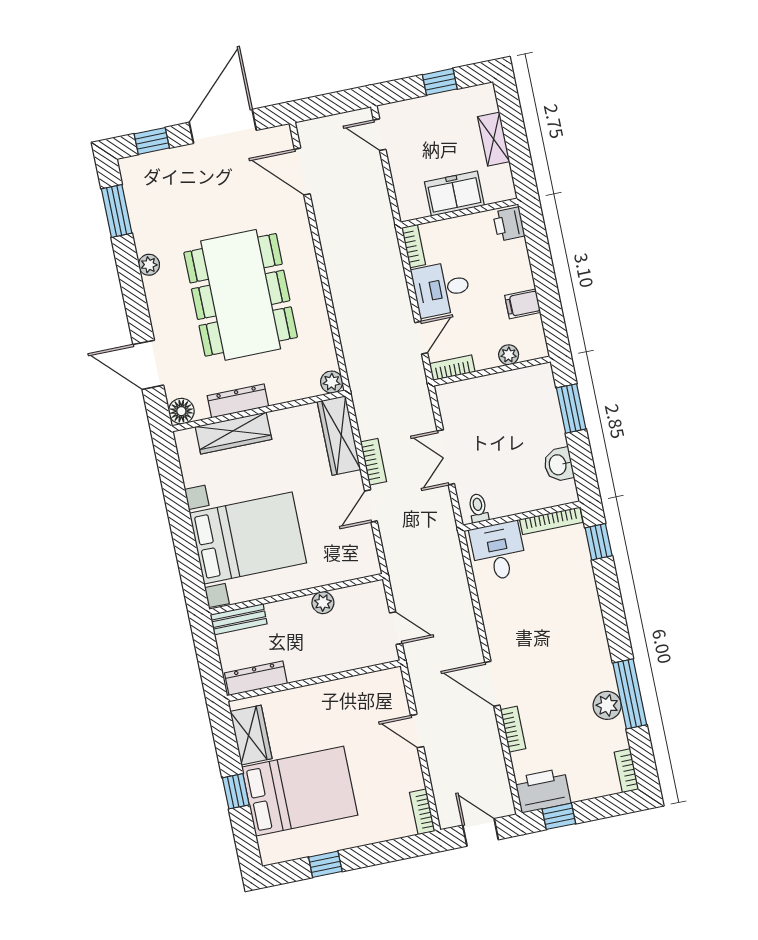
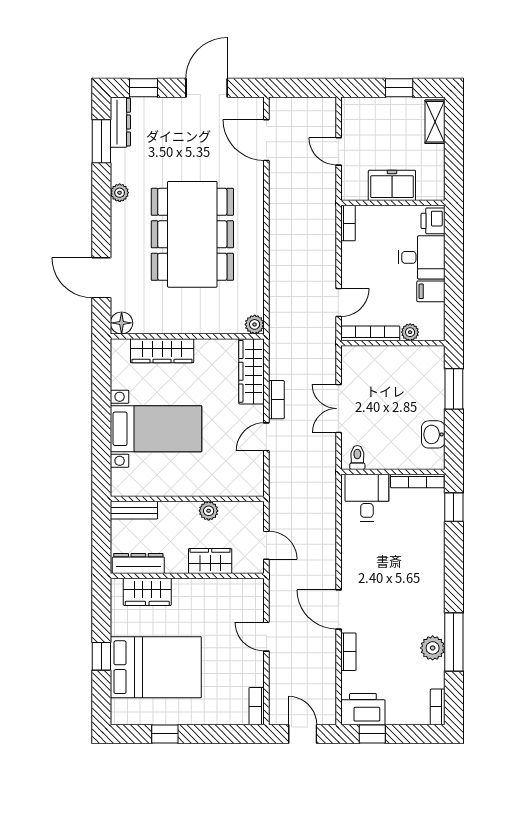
door: (223, 126) -> (207, 88), width x0.73
door: (380, 135) -> (339, 151), moved
shelving: (494, 139) -> (435, 122), moved
desk: (441, 289) -> (421, 257), moved, turned 180
bookcase: (452, 368) -> (370, 333), width x1.56
dresser: (238, 401) -> (120, 122), moved, turned 90
bed with nightstands: (248, 538) -> (156, 429), width x0.73
wardrobe: (336, 659) -> (210, 561), added
wardrobe: (251, 735) -> (147, 592), moved, turned 90

